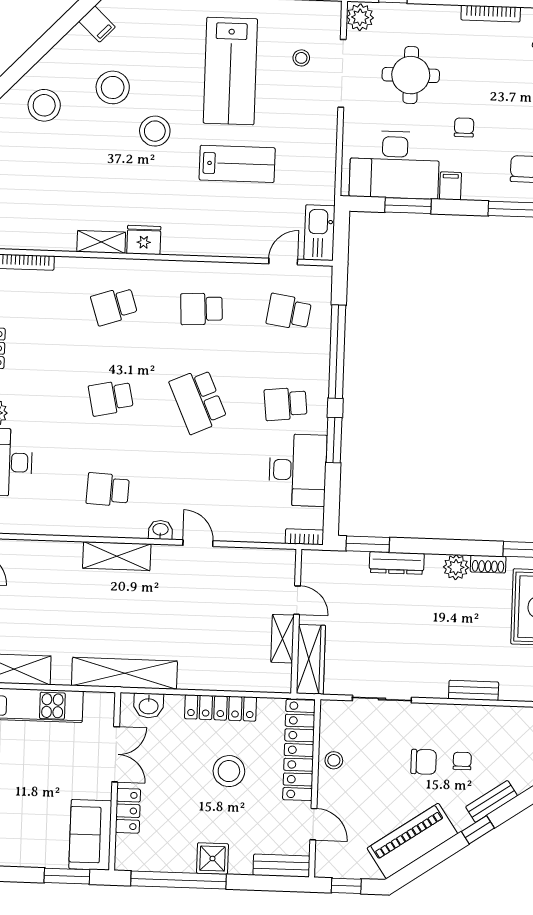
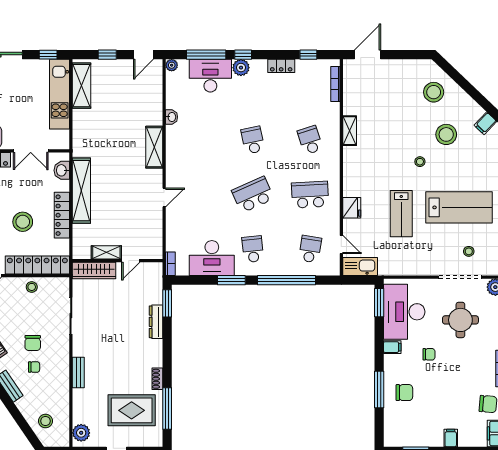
lab bench: (230, 71) -> (459, 207), turned 180
stool: (155, 131) -> (420, 162), width x0.53, depth x0.53
window: (408, 206) -> (379, 303), moved
fridge: (144, 240) -> (352, 208), moved
school desk: (201, 309) -> (310, 195), width x1.85
school desk: (108, 490) -> (195, 140), removed
washbasin: (160, 530) -> (172, 117), moved
plant: (456, 567) -> (155, 359), removed
shelving: (124, 673) -> (81, 191), moved

